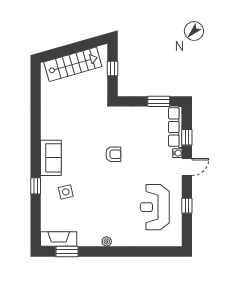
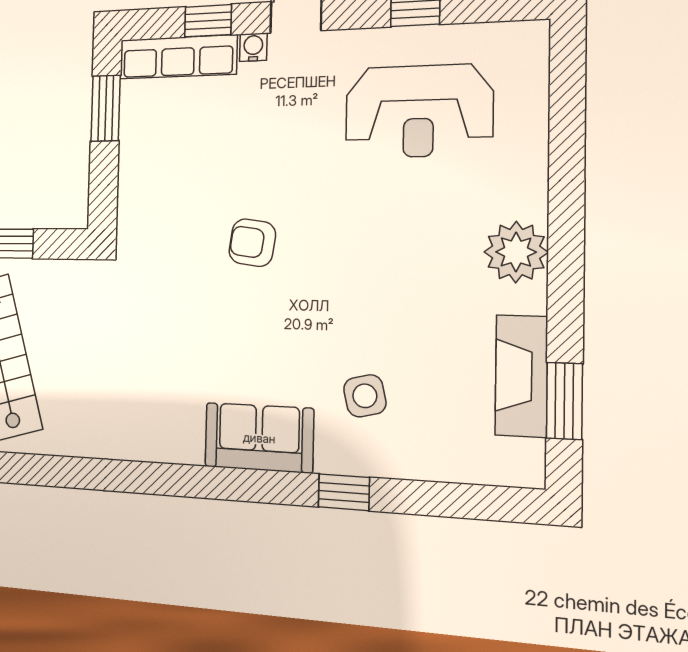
armchair: (113, 154) -> (252, 243), turned -82
fireplace: (59, 239) -> (521, 376), moved
plant: (107, 241) -> (516, 252), width x1.88, depth x1.88

